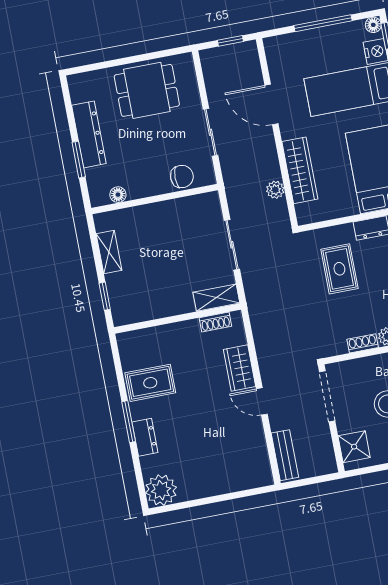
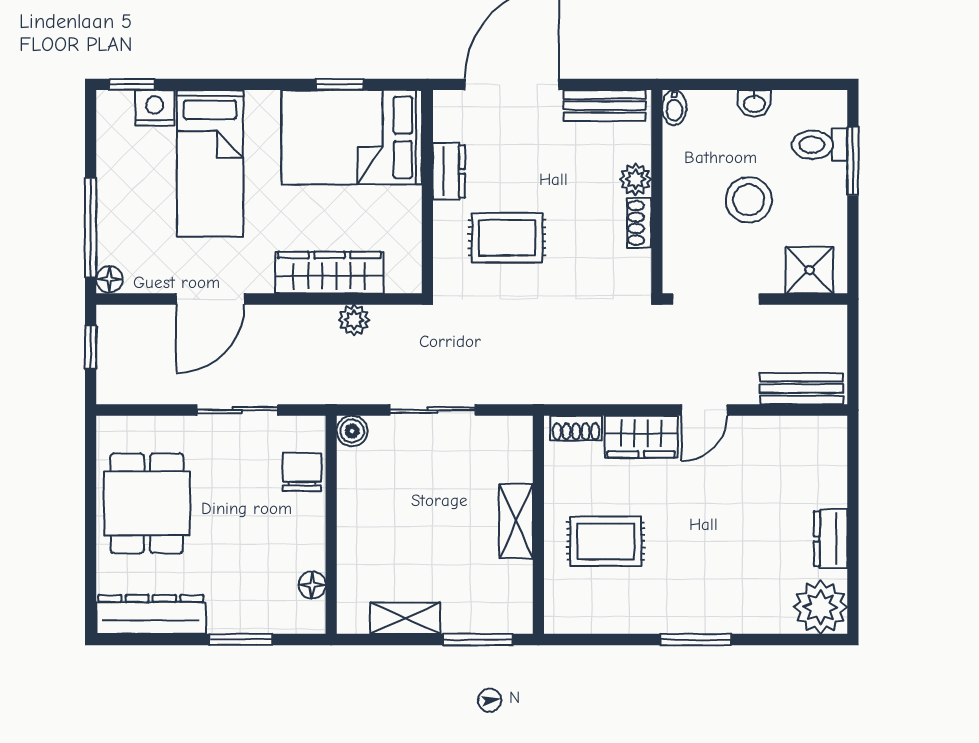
window: (323, 23) -> (91, 228), moved
floor lamp: (373, 25) -> (109, 279), moved
dresser: (89, 134) -> (151, 614), moved
boiler: (211, 201) -> (352, 431), added
window: (105, 296) -> (478, 639), width x1.50
shelving: (216, 298) -> (516, 521), moved
shoe rack: (215, 322) -> (576, 428), moved, turned 90
rug: (150, 383) -> (606, 541), moved, turned 90
dresser: (145, 437) -> (831, 539), moved, turned -90

